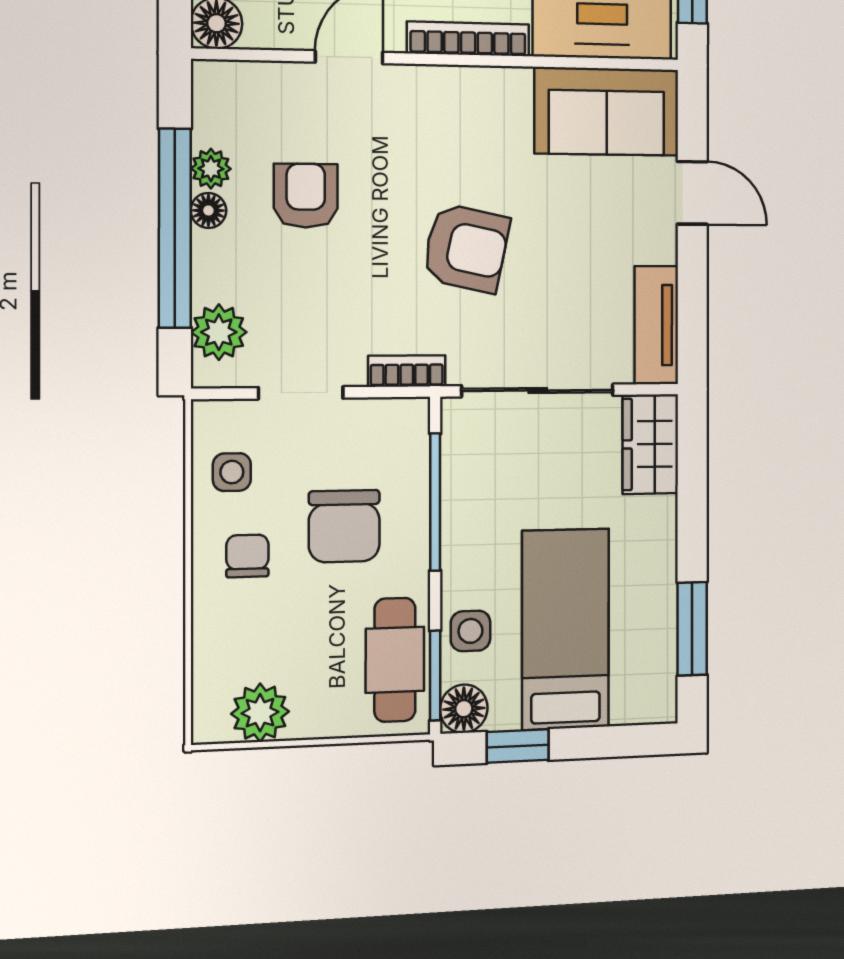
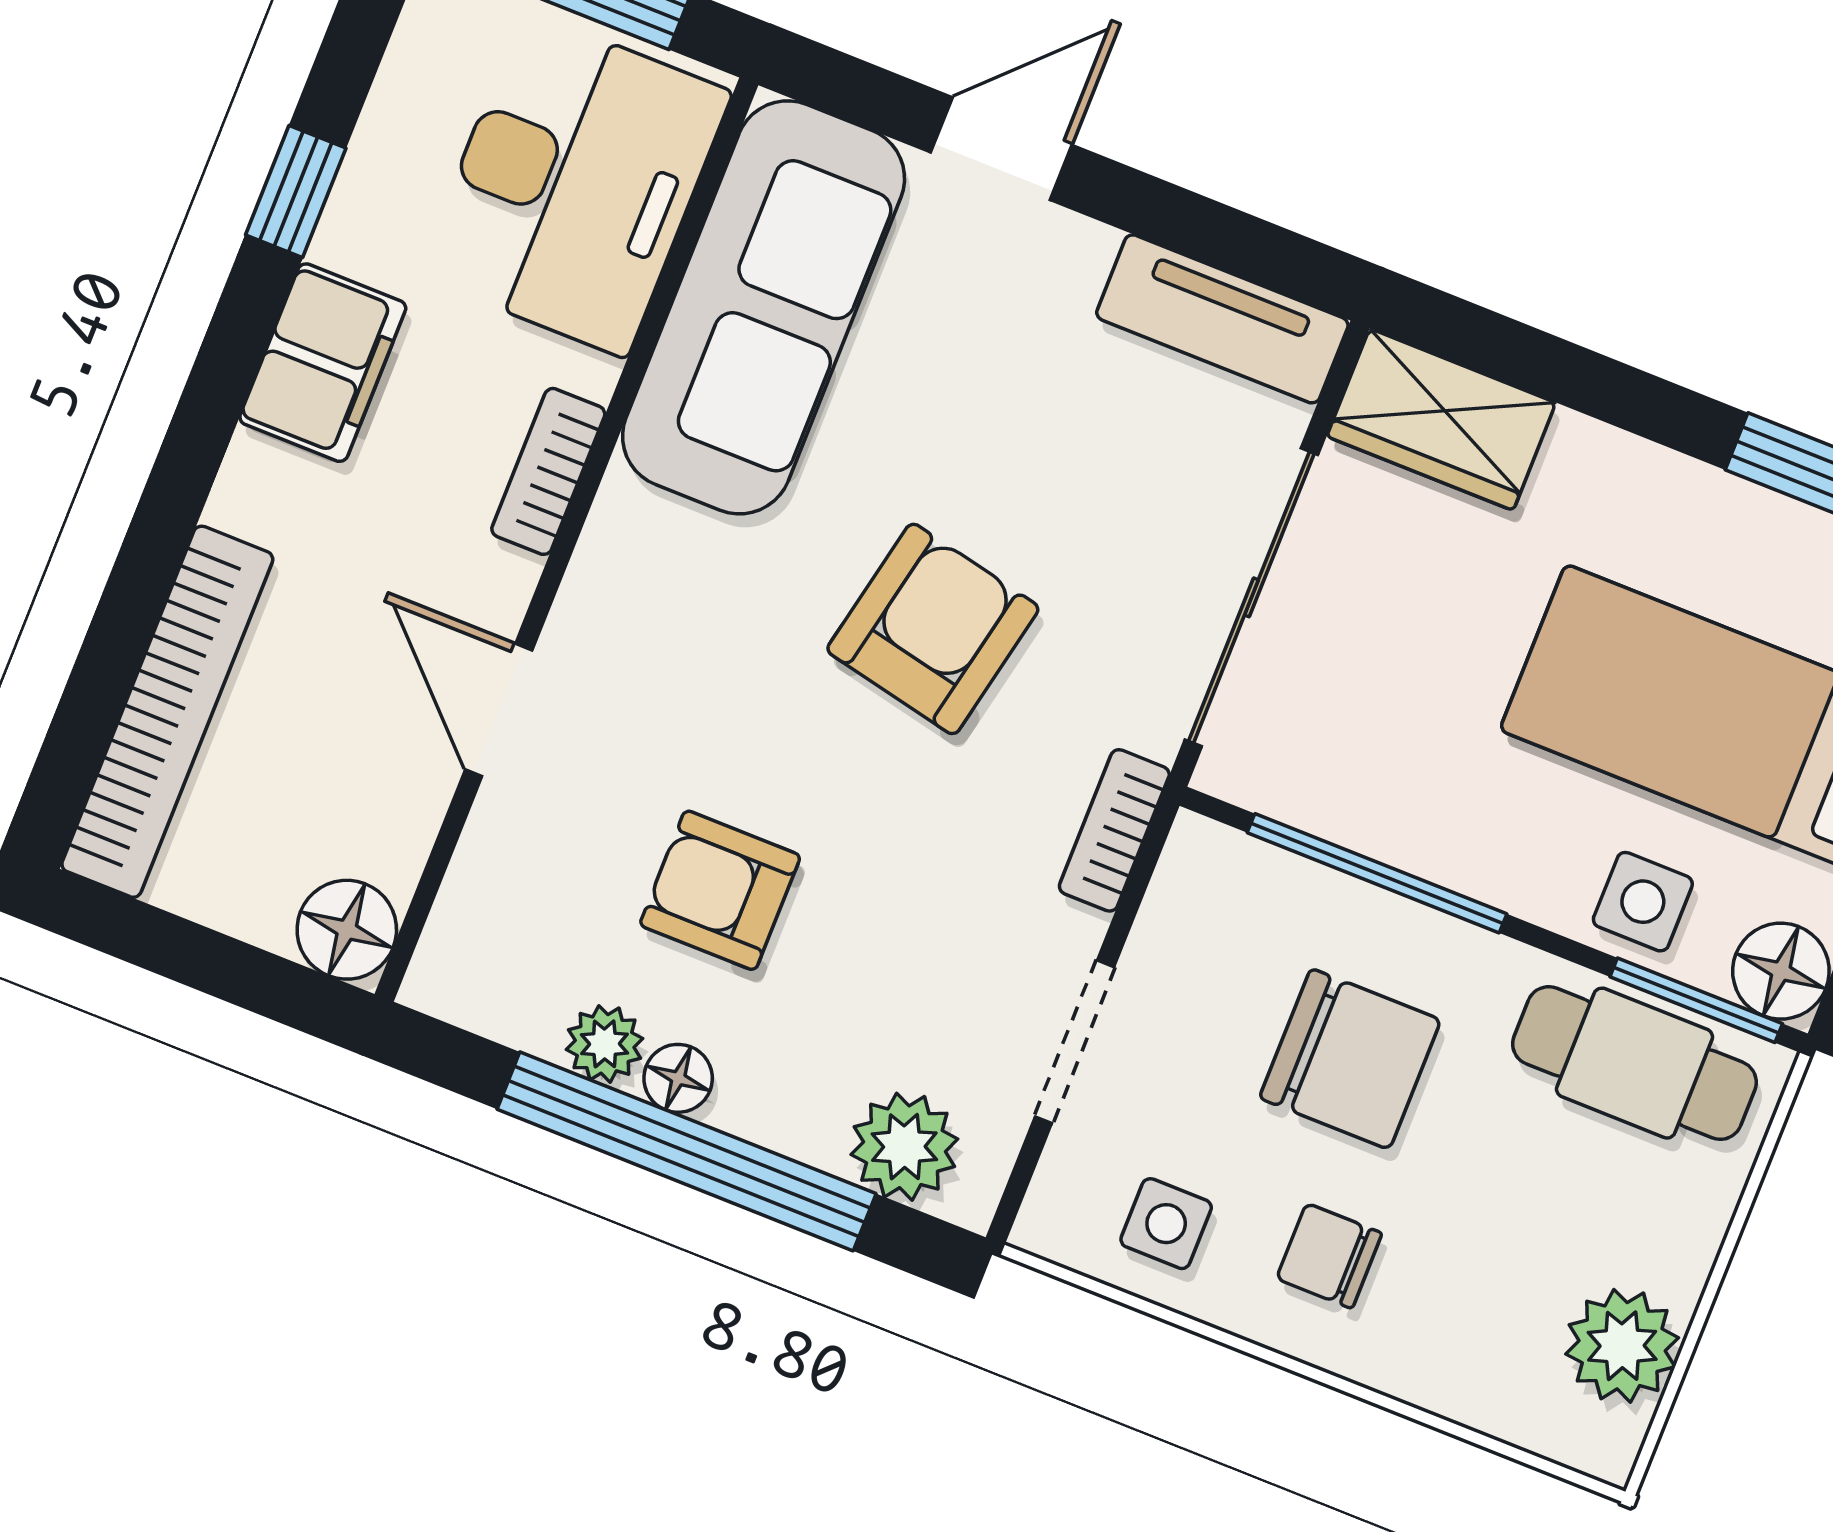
bookcase: (468, 39) -> (548, 471), width x0.64
sofa: (607, 111) -> (764, 307), width x1.36

